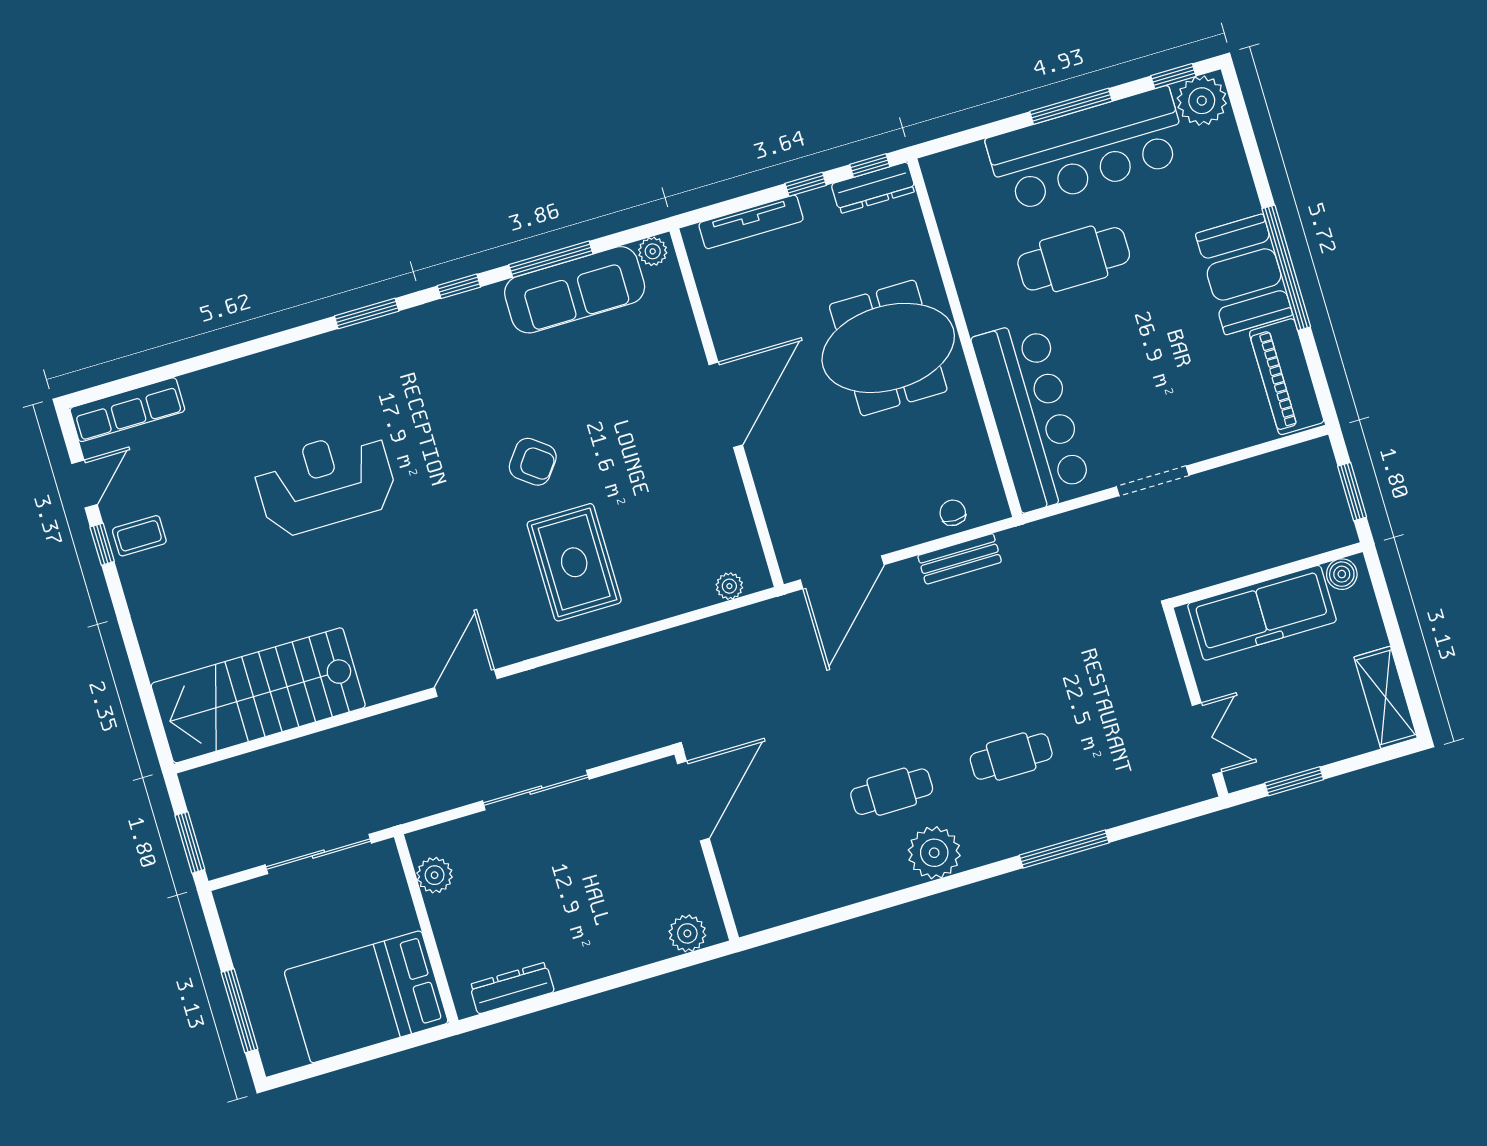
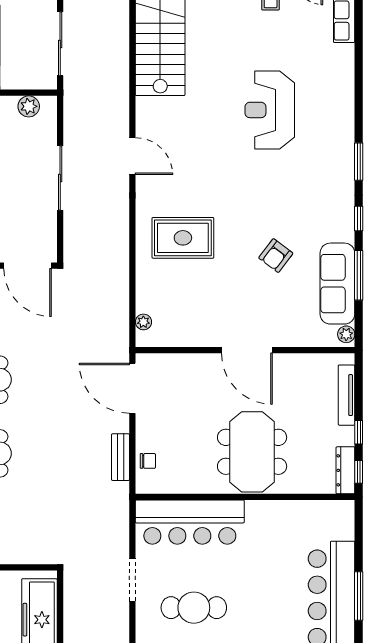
cafe table: (1074, 259) -> (194, 608), moved, turned 90
armchair: (533, 462) -> (276, 256), moved
reception desk: (325, 482) -> (270, 110), turned 180

